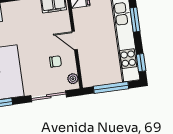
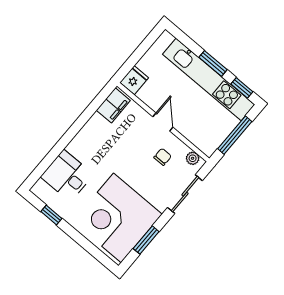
window: (135, 20) -> (213, 63), moved
door: (75, 41) -> (163, 122), swing flipped

